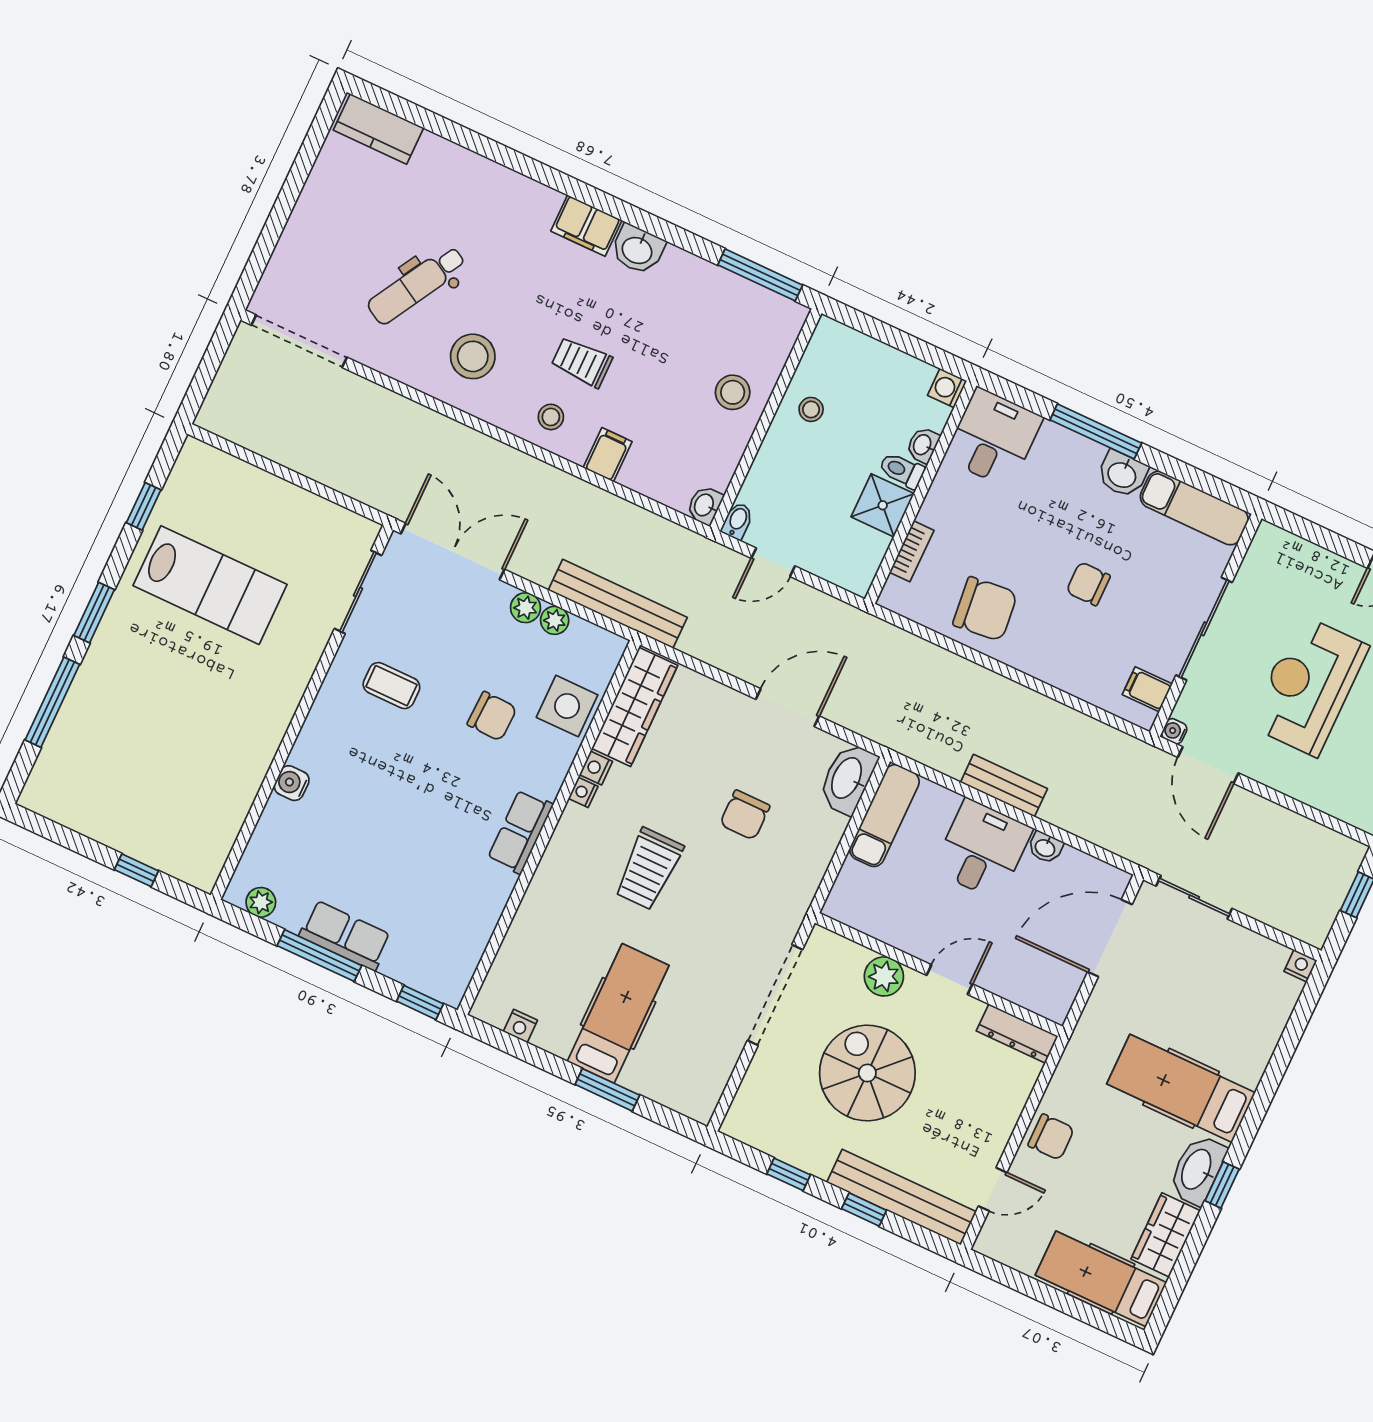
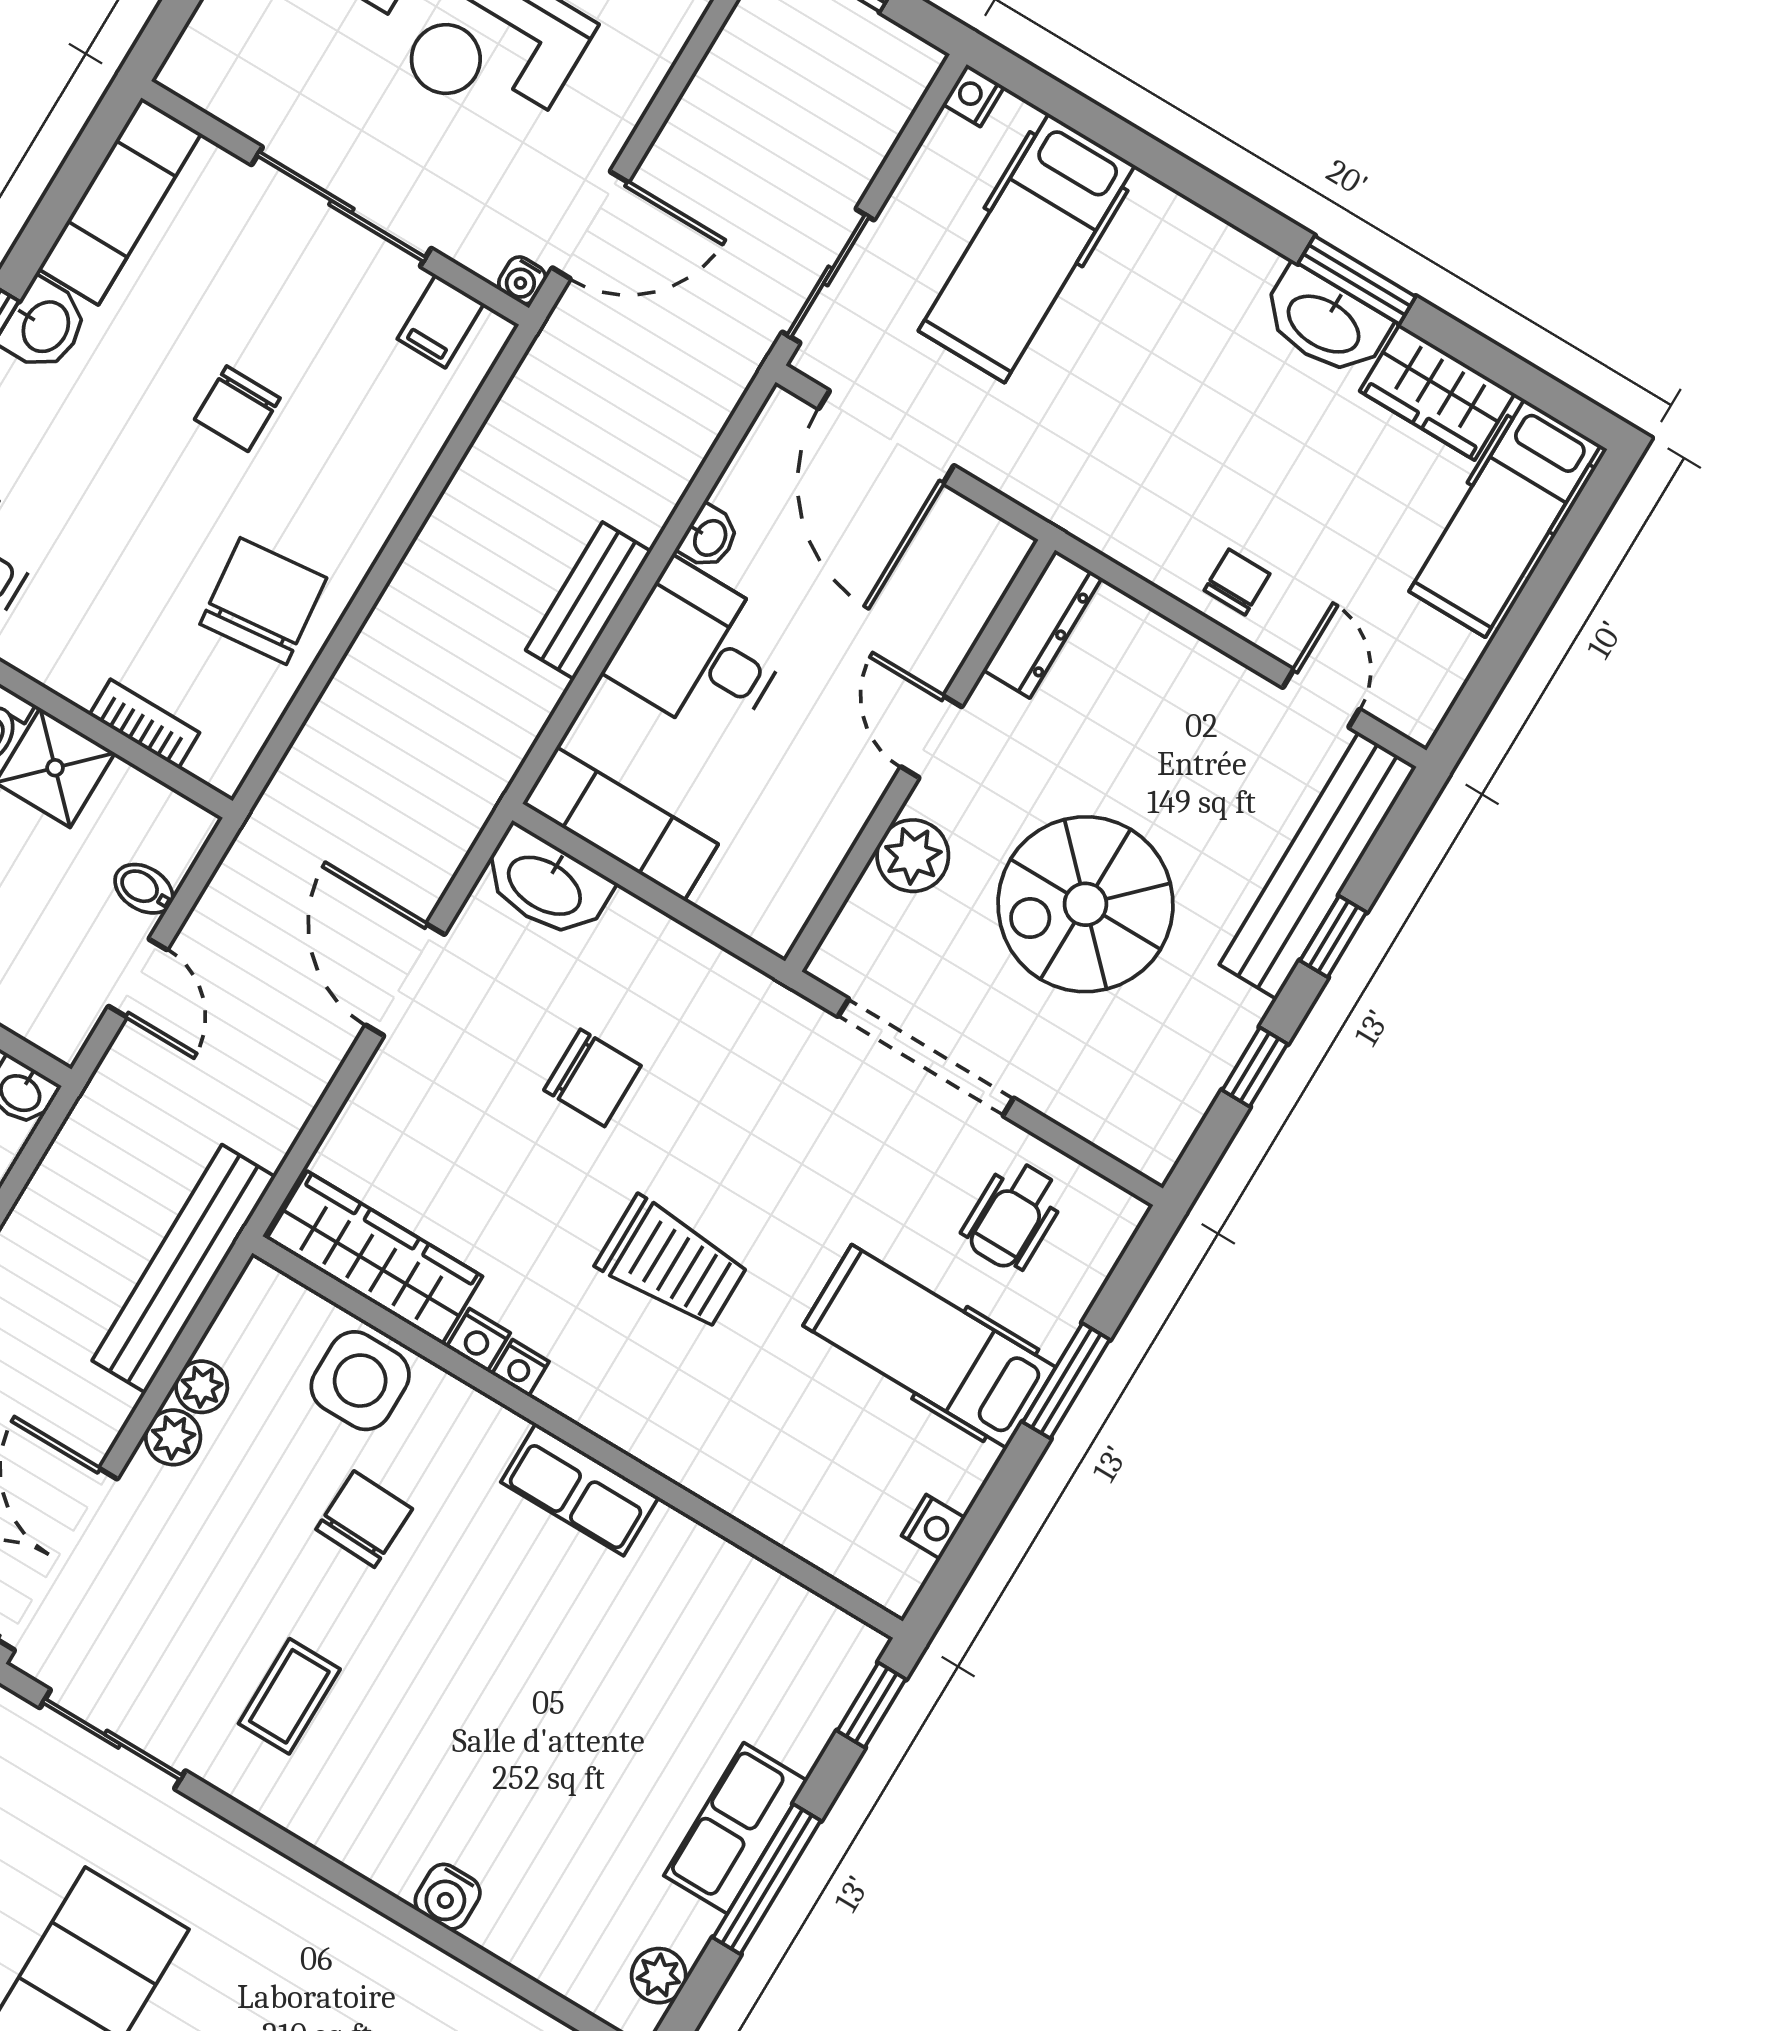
bidet: (737, 521) -> (144, 889), moved
wheelchair: (694, 1051) -> (1013, 1215), added
hospital bed: (1181, 1088) -> (1027, 248), moved
chair: (1051, 1137) -> (1237, 582), width x0.73, depth x0.73
window: (1222, 1185) -> (1357, 280), width x1.50

